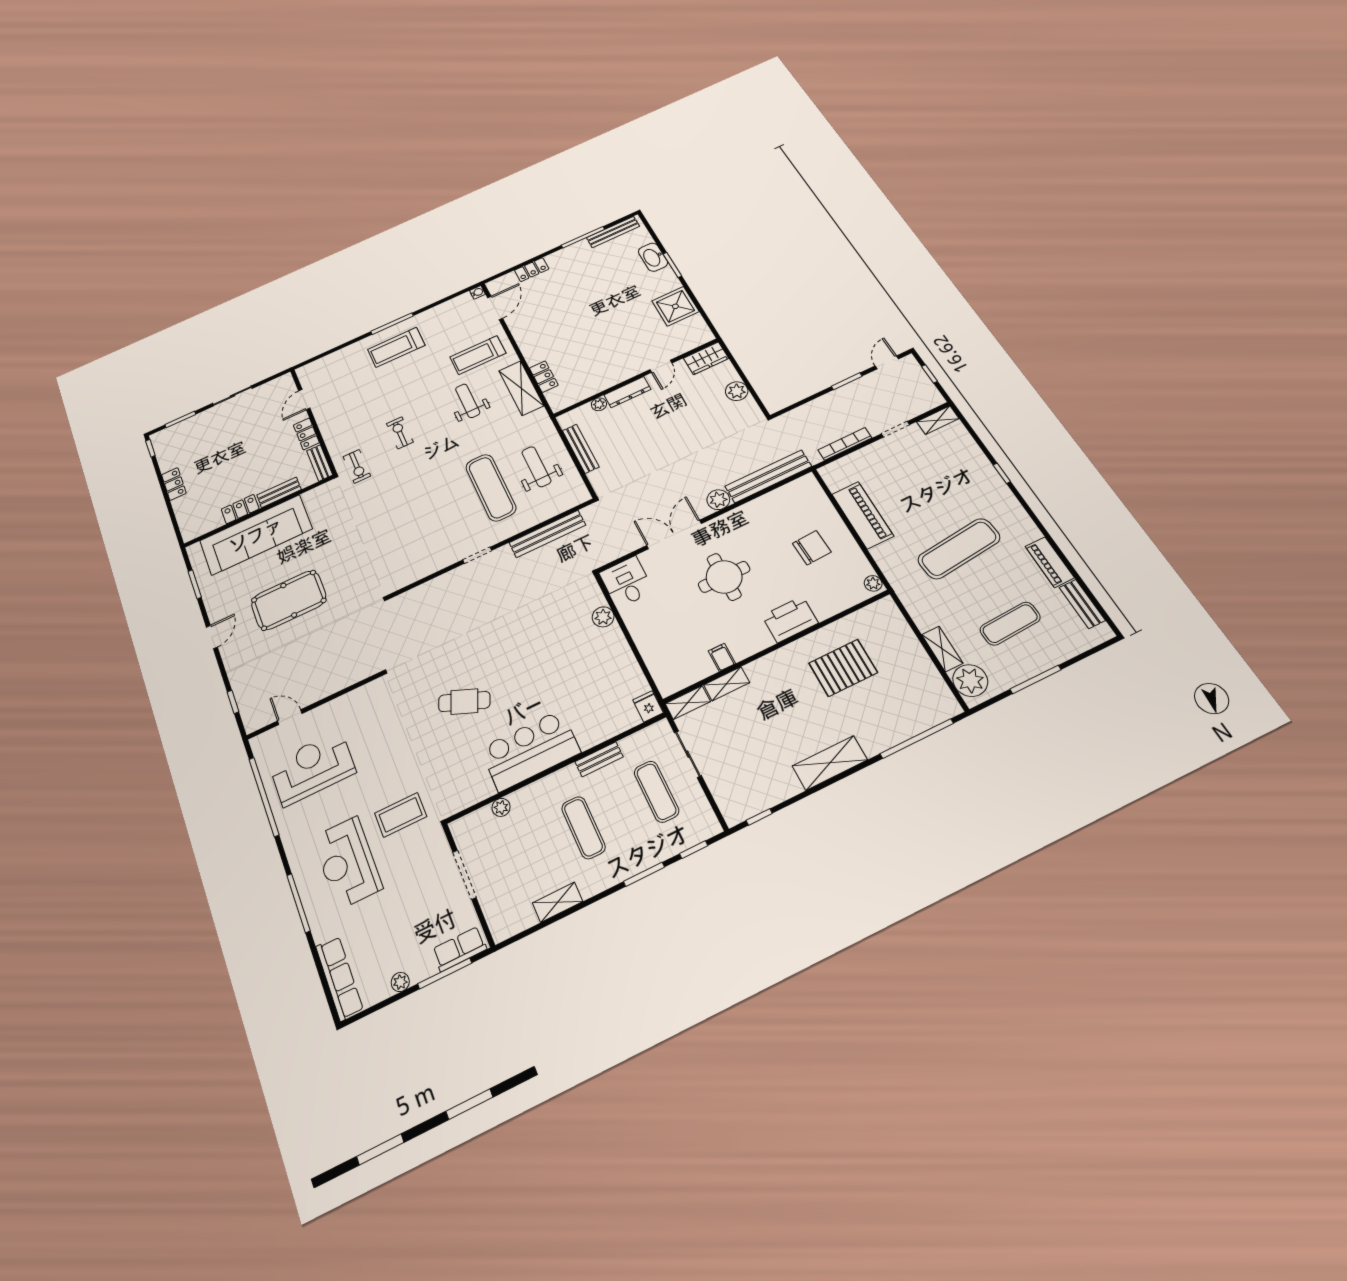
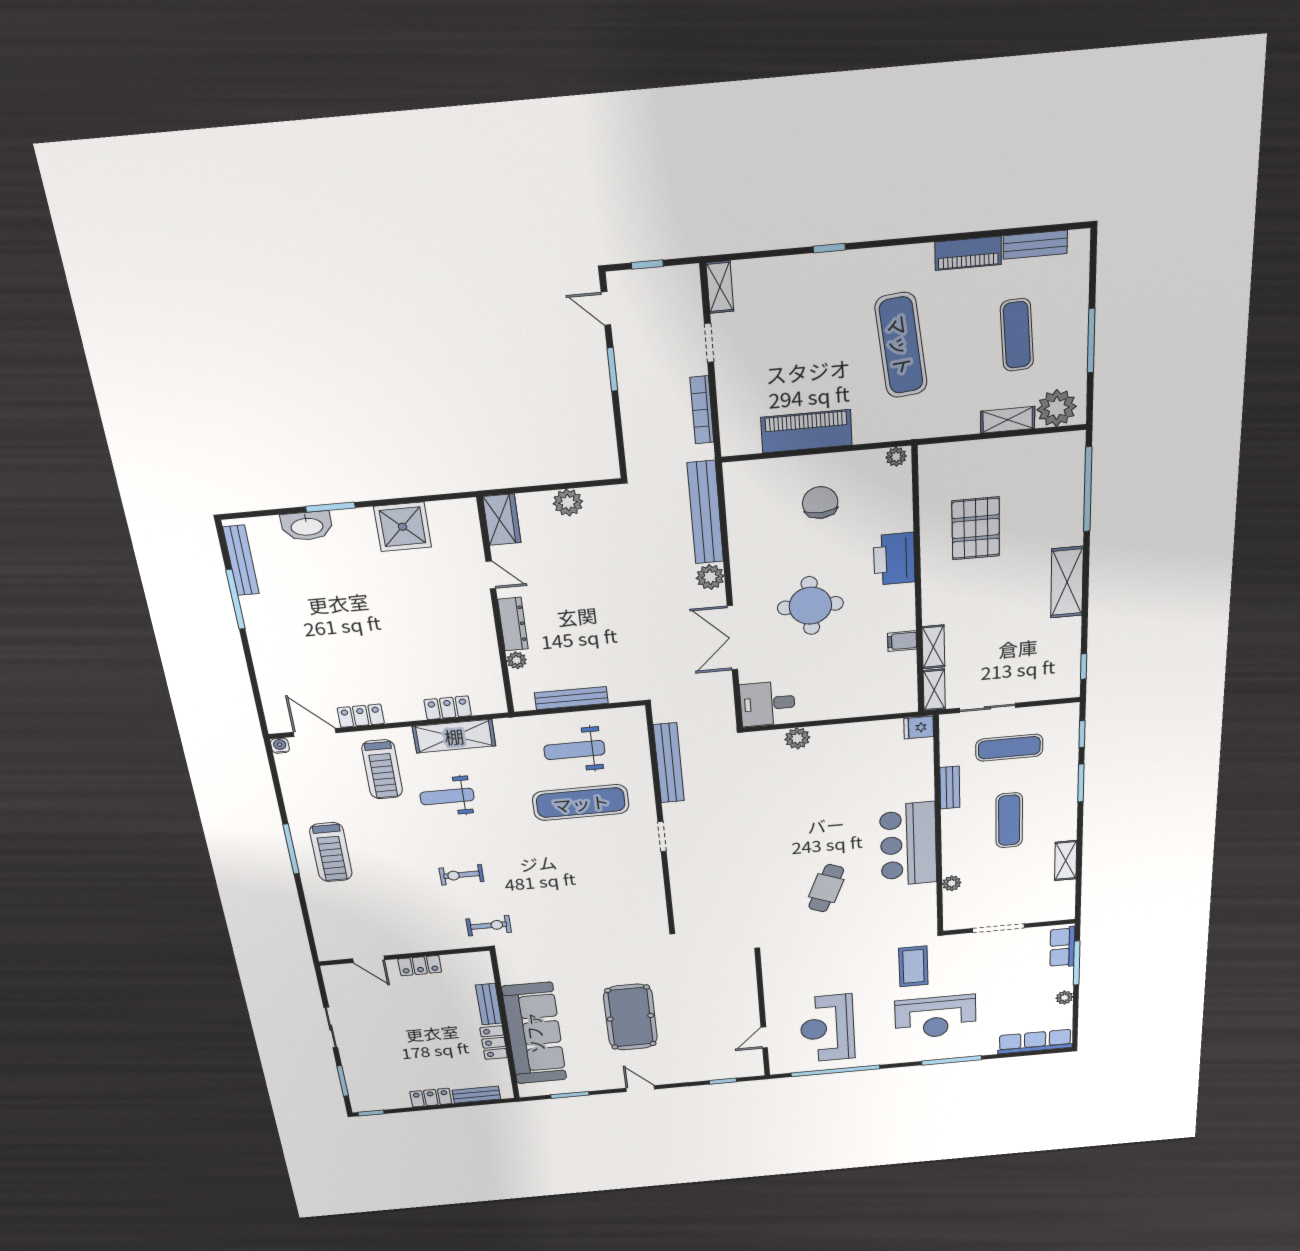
locker: (532, 270) -> (361, 716), moved, turned -90
bench: (320, 463) -> (476, 1095), moved
exercise mat: (583, 828) -> (1009, 820), turned 90

